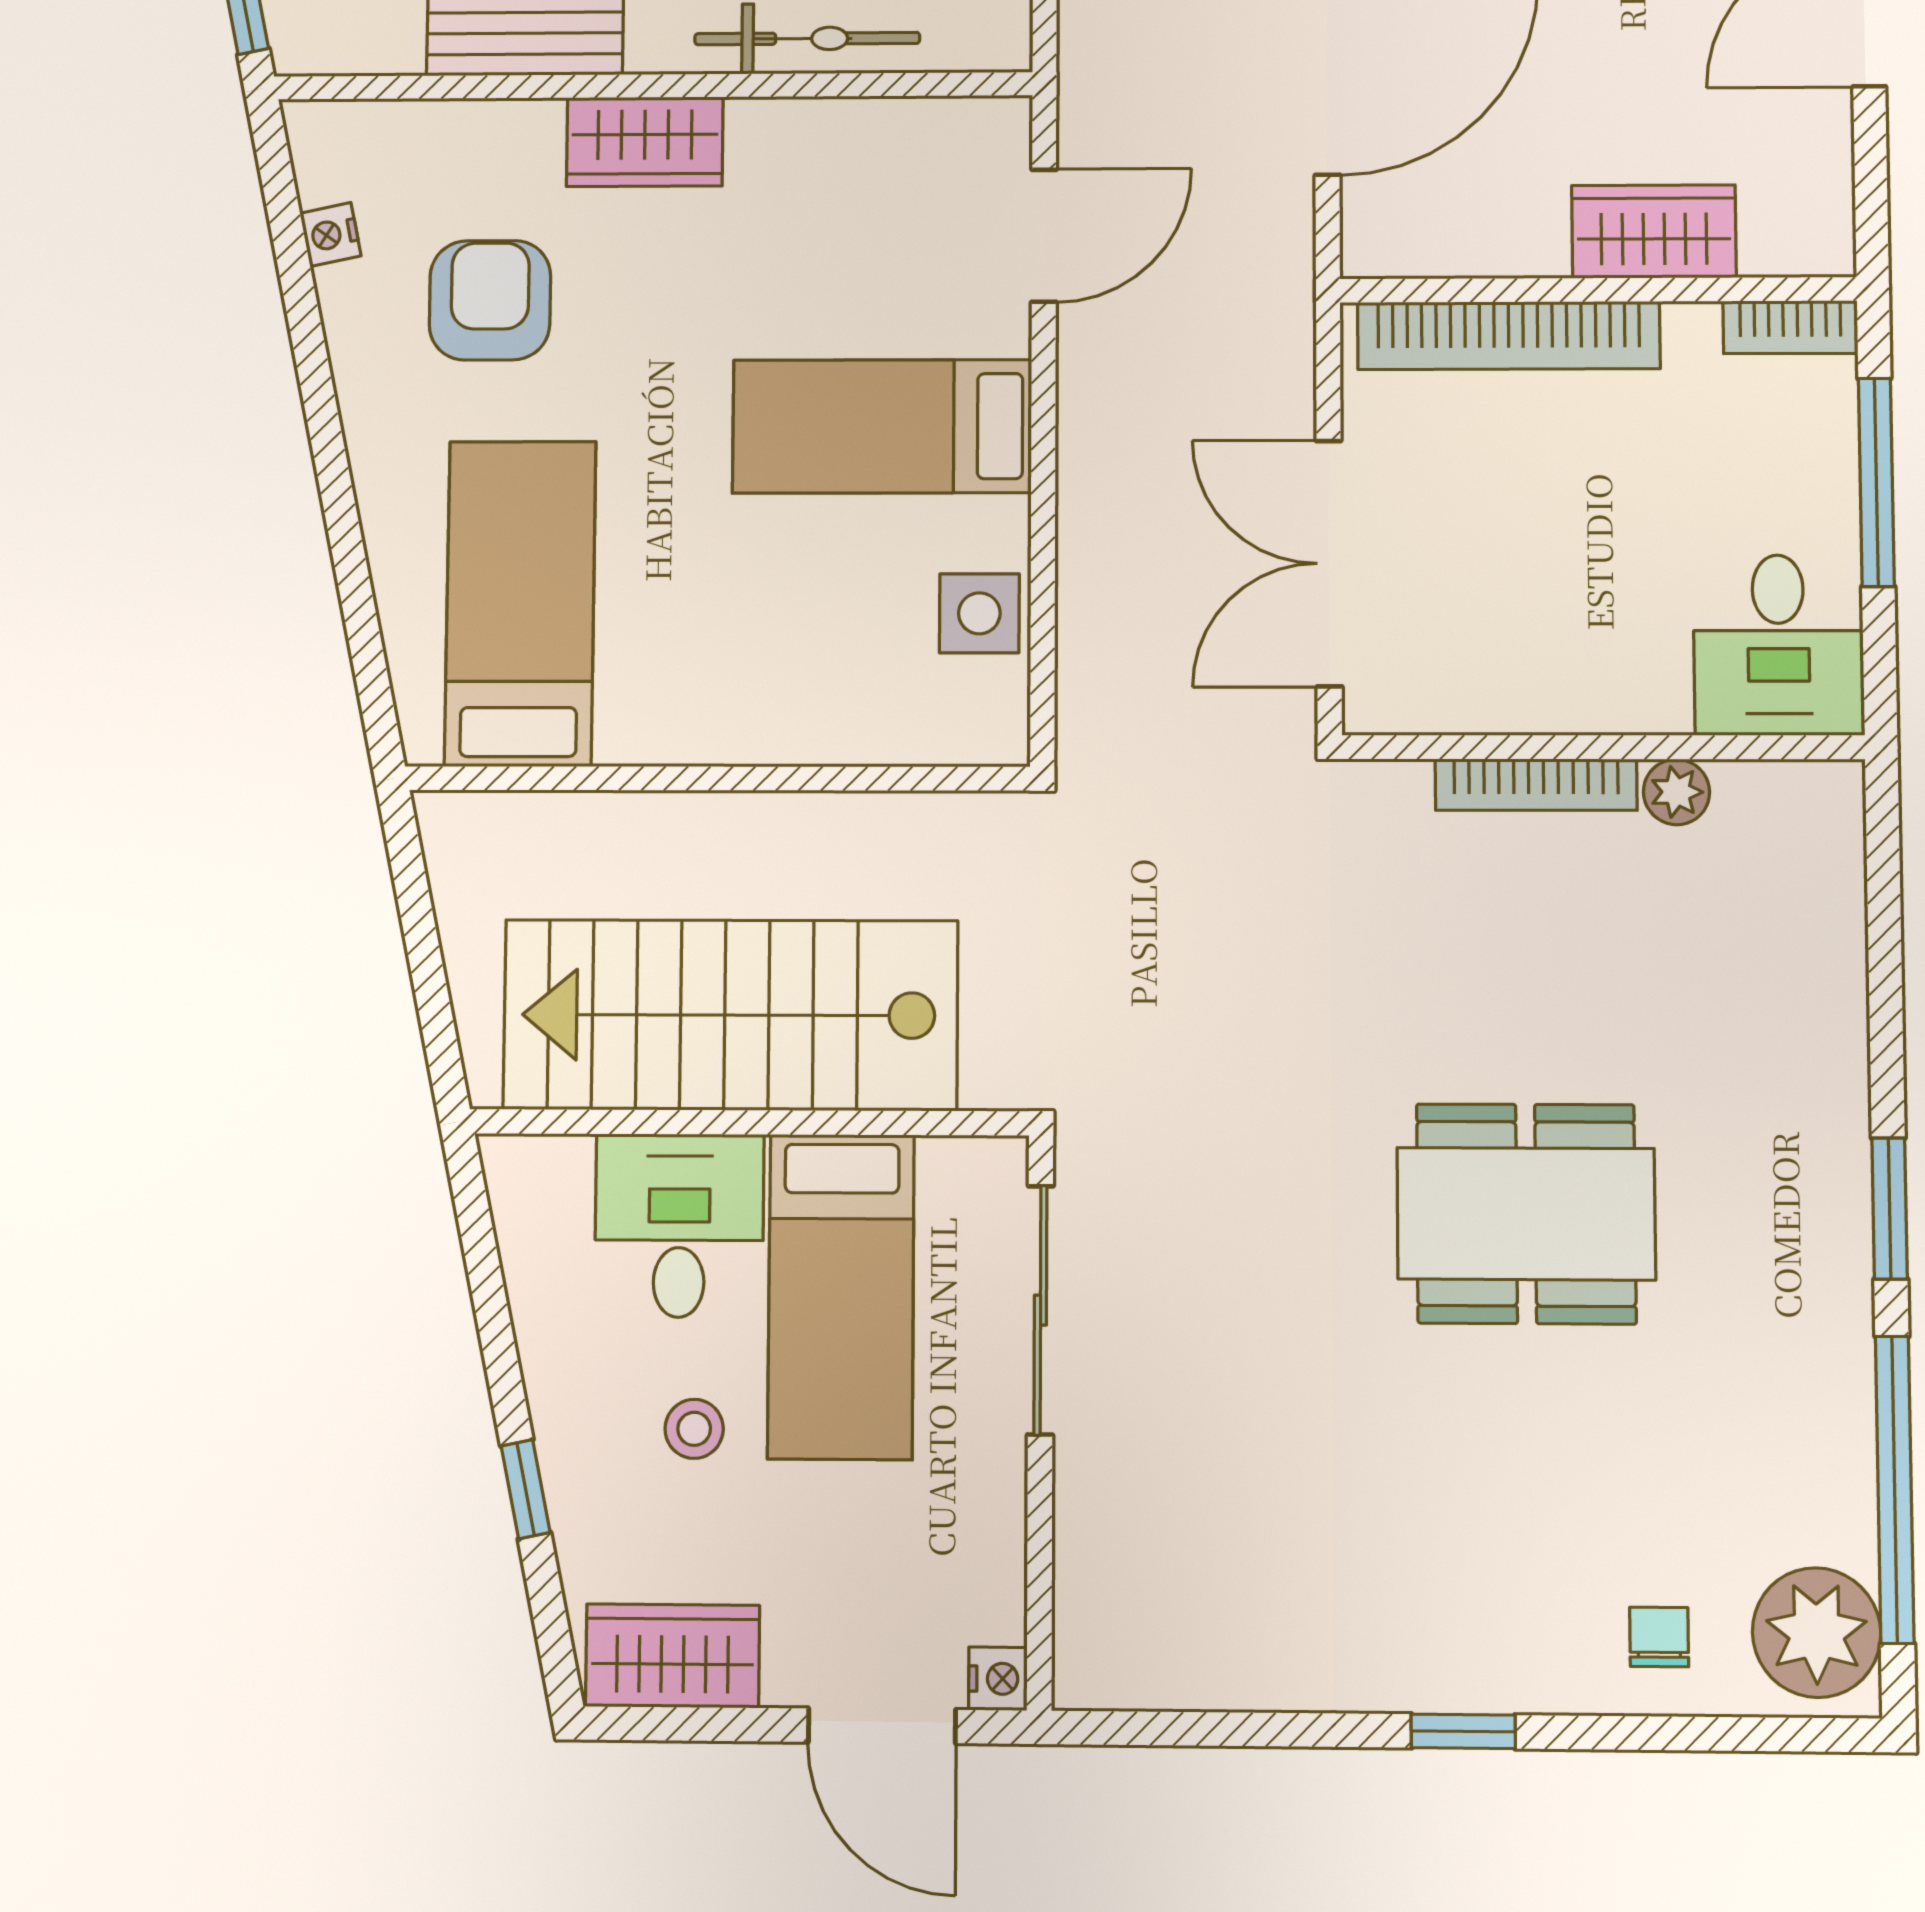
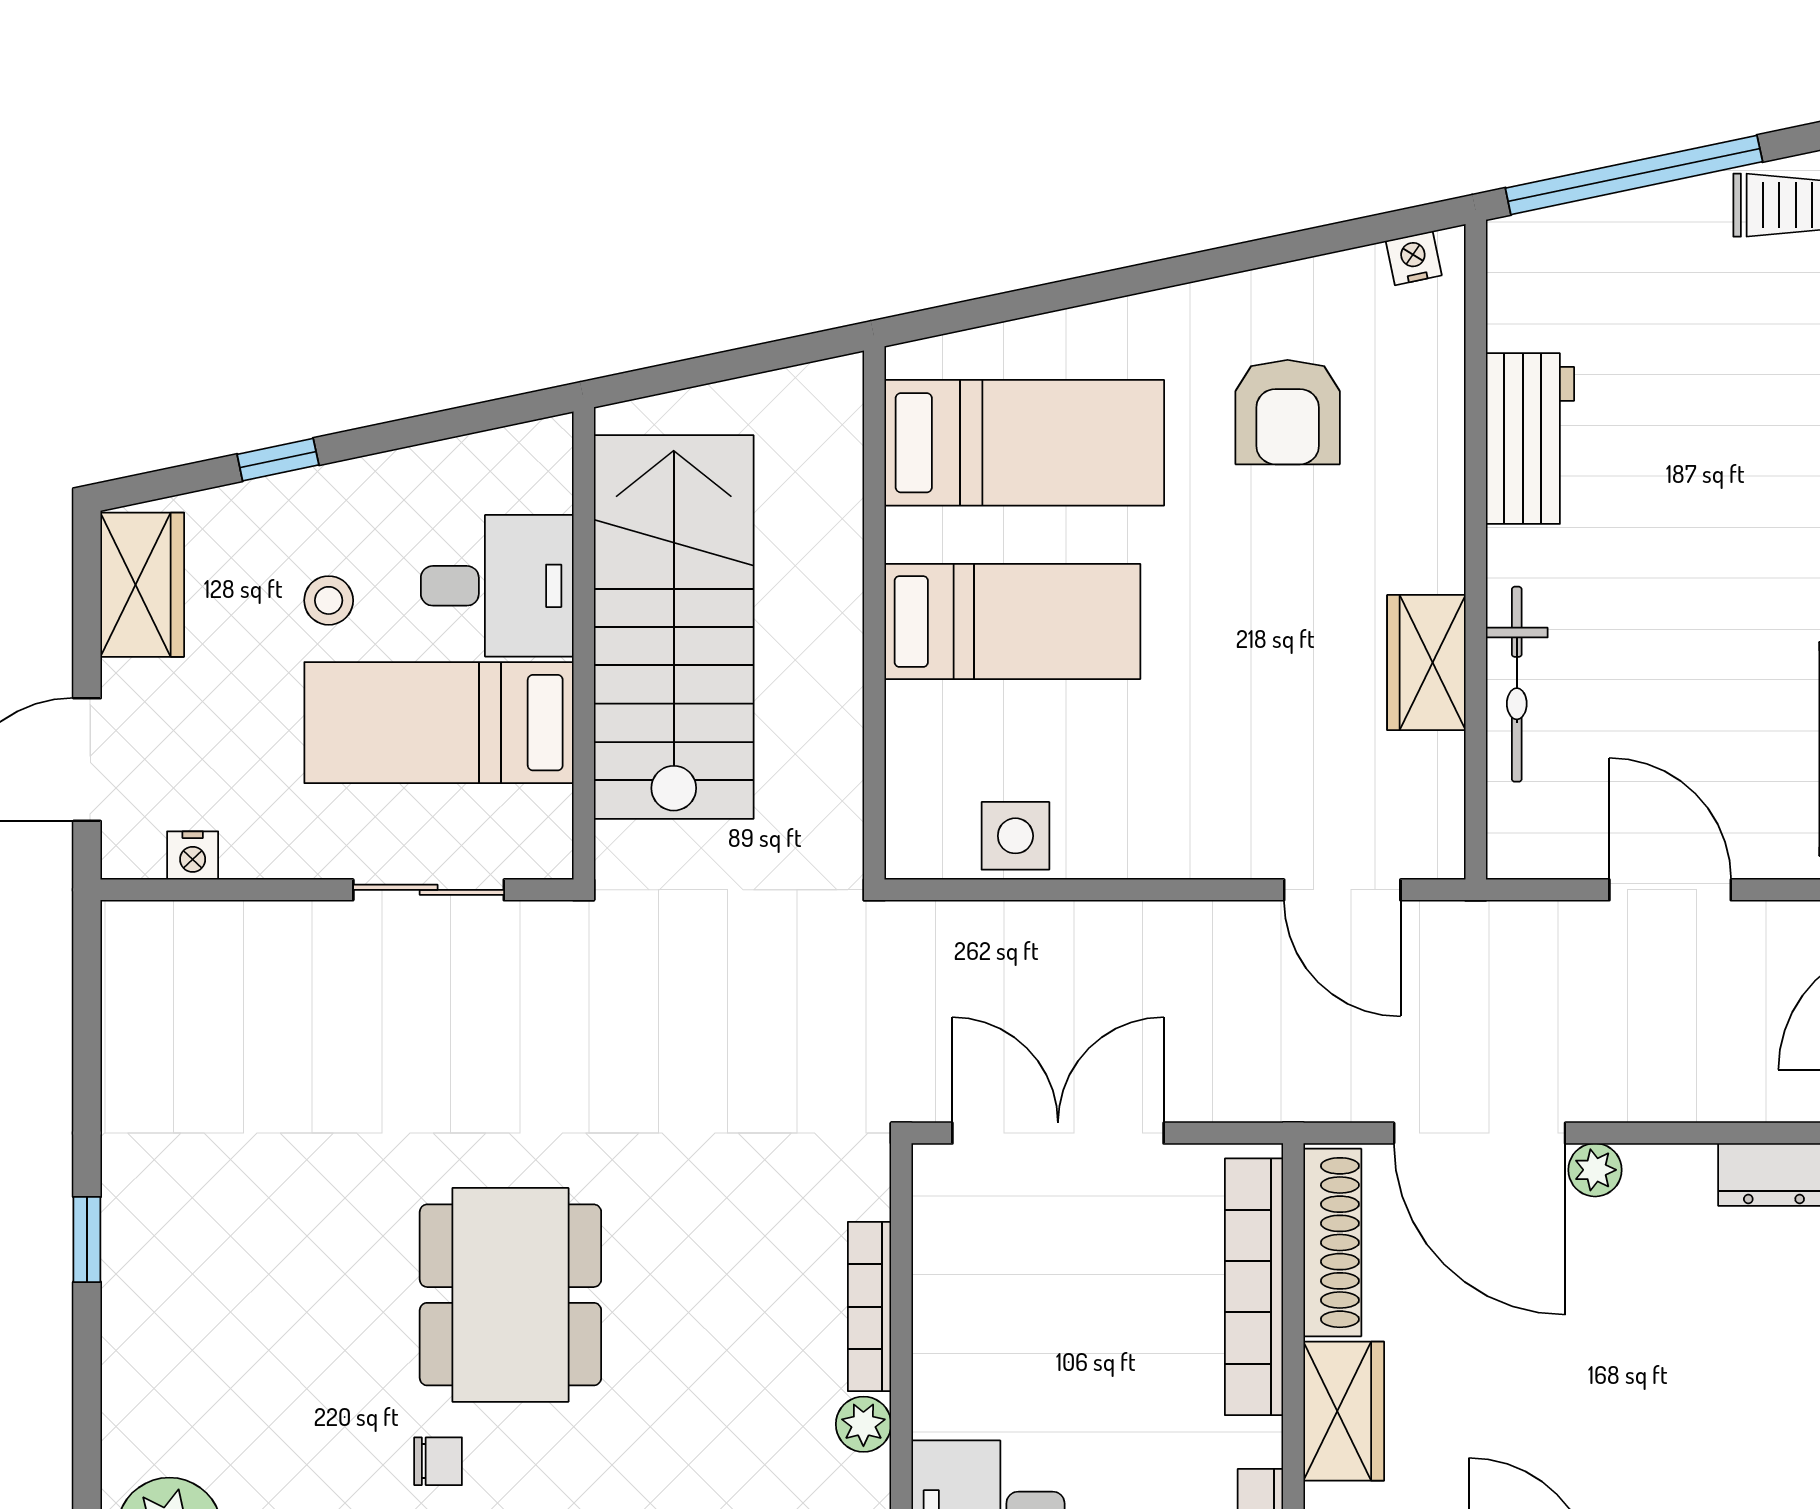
wardrobe: (645, 142) -> (1426, 663), moved
nightstand: (330, 235) -> (1414, 258), moved
shoe rack: (1456, 245) -> (1332, 1243), added
armchair: (490, 300) -> (1288, 412), turned 90
bed: (882, 426) -> (1012, 622), moved, turned 90
sliding door: (1040, 1310) -> (429, 890), width x0.73
chair: (1659, 1637) -> (438, 1461), moved
nightstand: (998, 1679) -> (193, 855), moved

